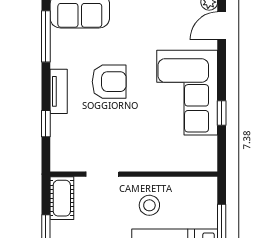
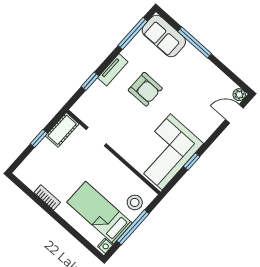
corner sofa: (187, 93) -> (166, 152), moved
stool: (149, 205) -> (135, 202), moved

